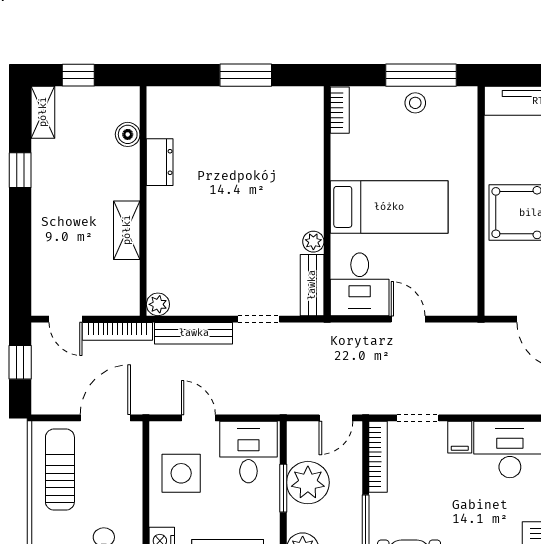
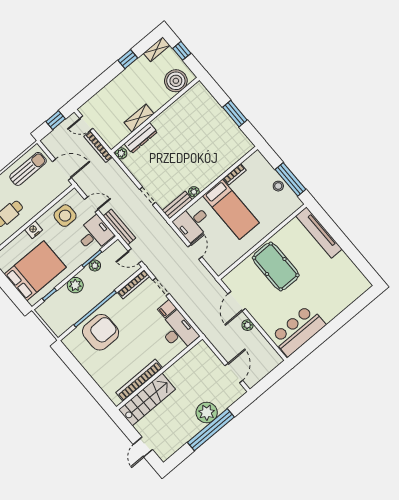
bookcase: (340, 110) -> (235, 174), moved
boiler: (128, 134) -> (176, 81), width x1.86, depth x1.86
dresser: (160, 162) -> (141, 138), moved, width x1.44
door: (66, 319) -> (86, 123), hinge flipped
bench: (194, 333) -> (119, 227), moved
door: (198, 418) -> (91, 205), hinge flipped
plant: (308, 483) -> (95, 266), width x0.53, depth x0.53

